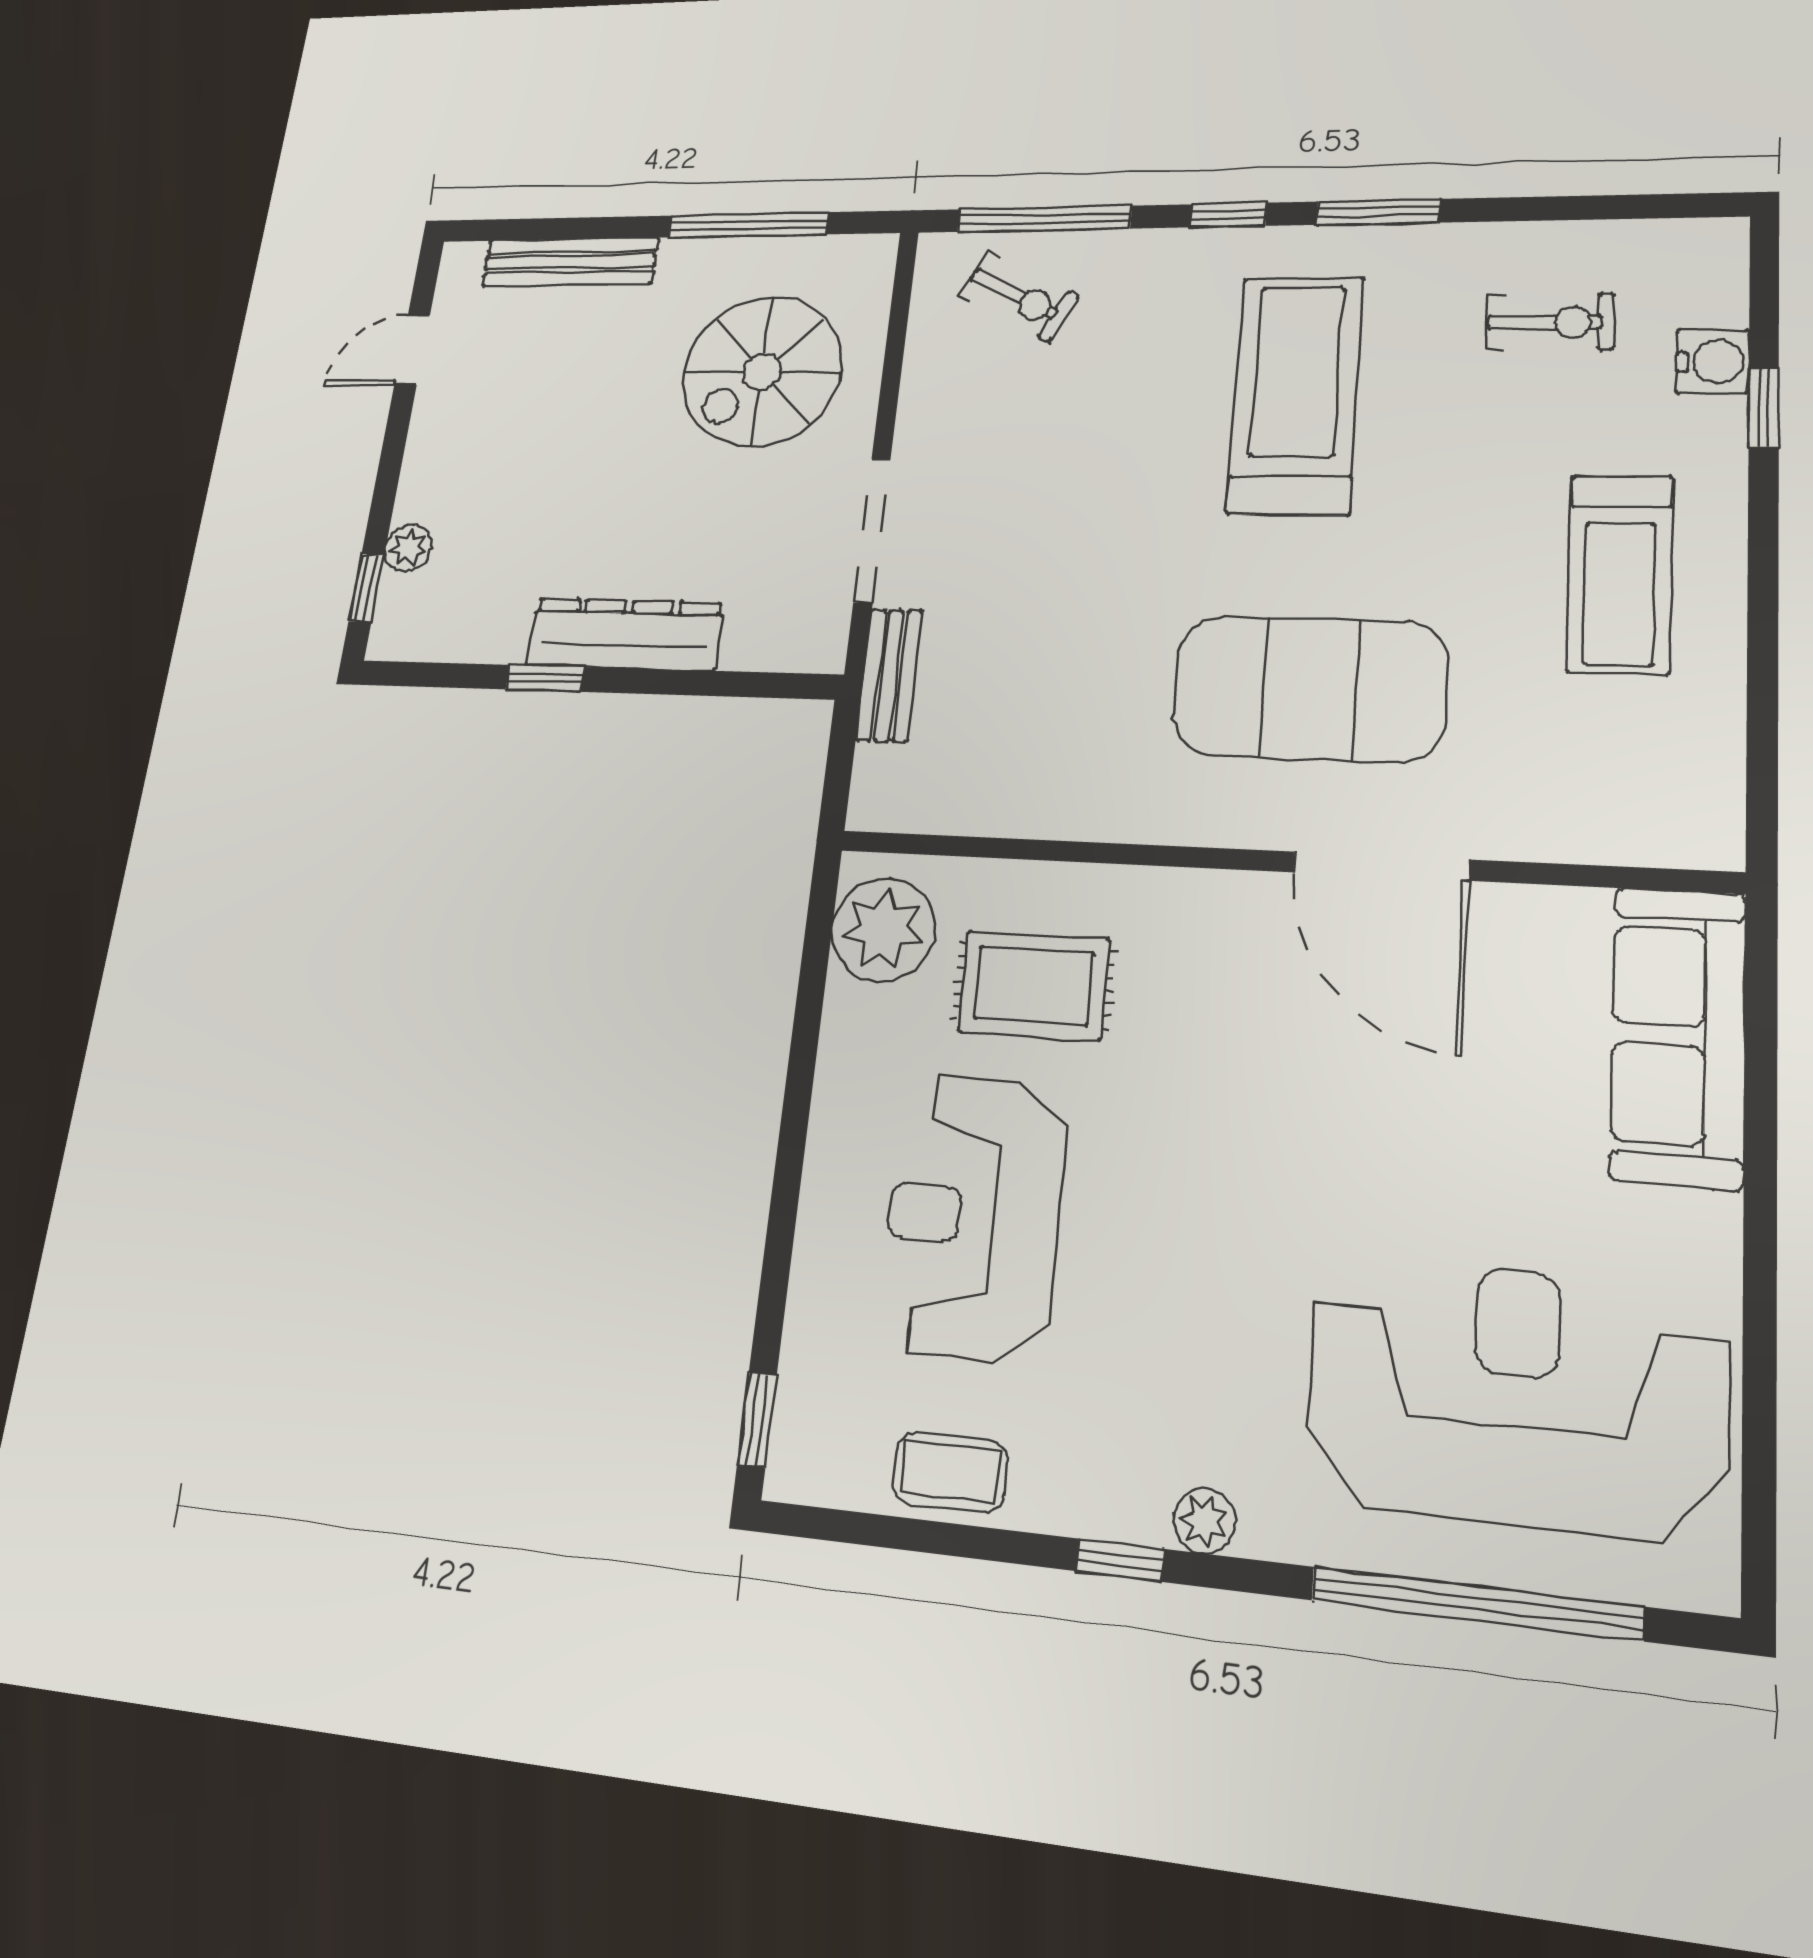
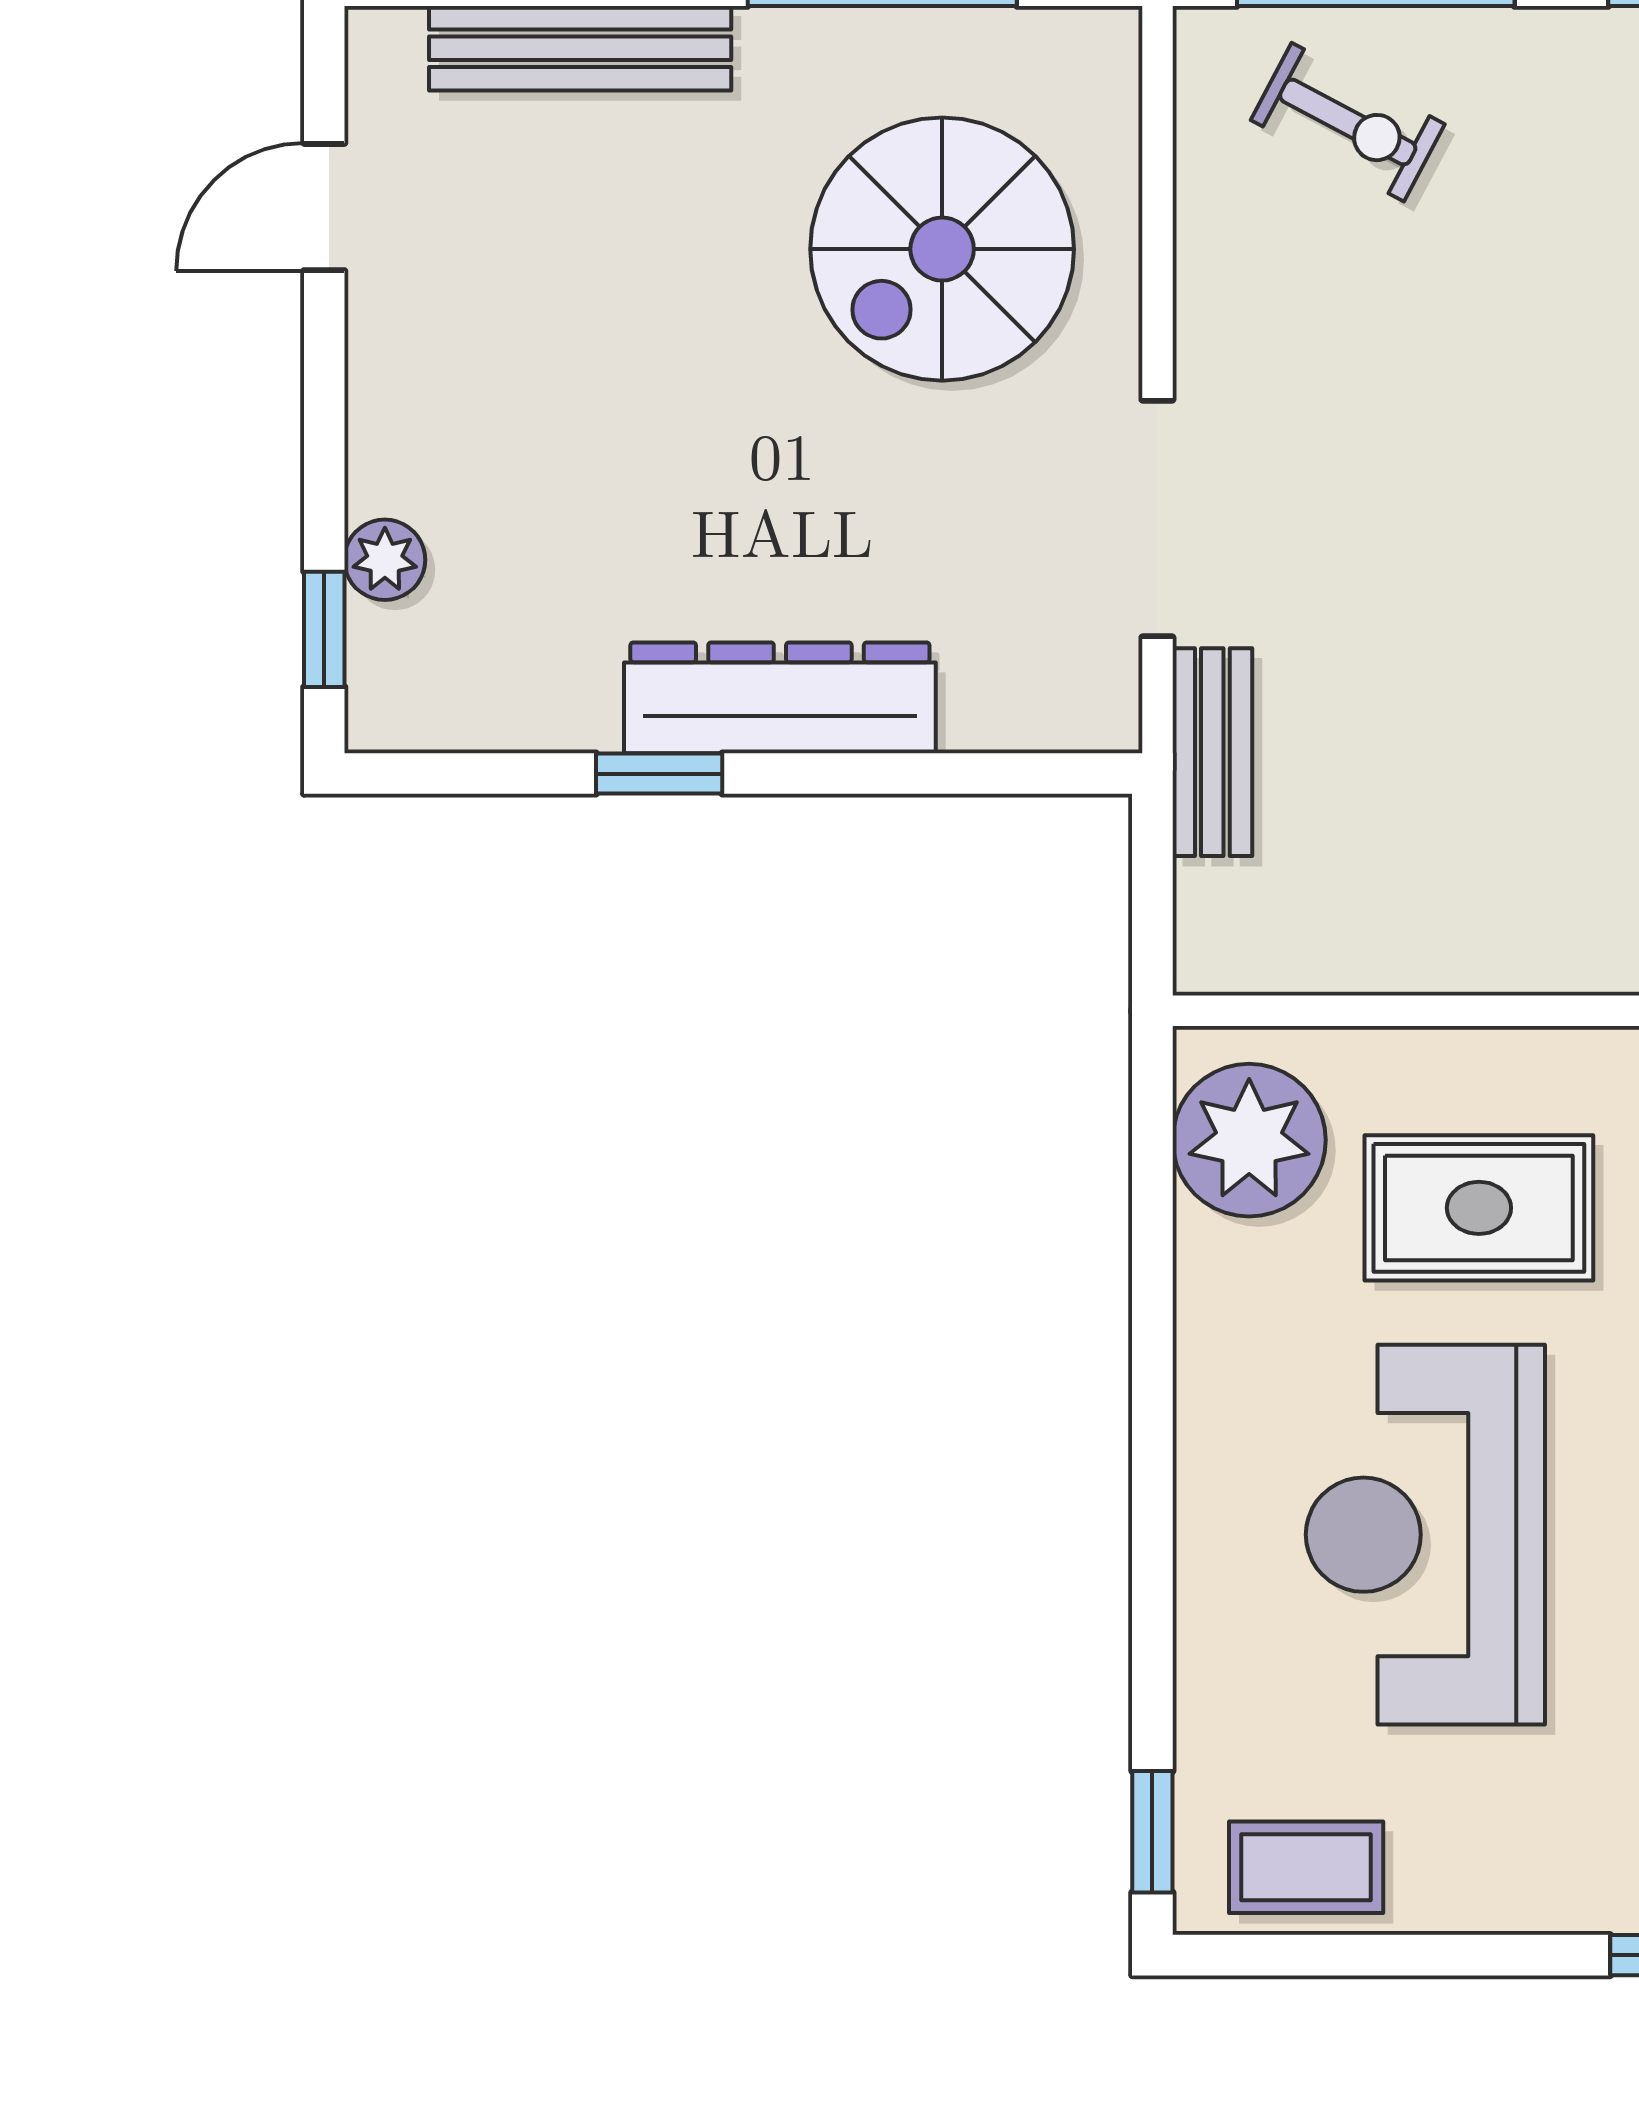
coffee table: (950, 1472) -> (1306, 1867), moved

